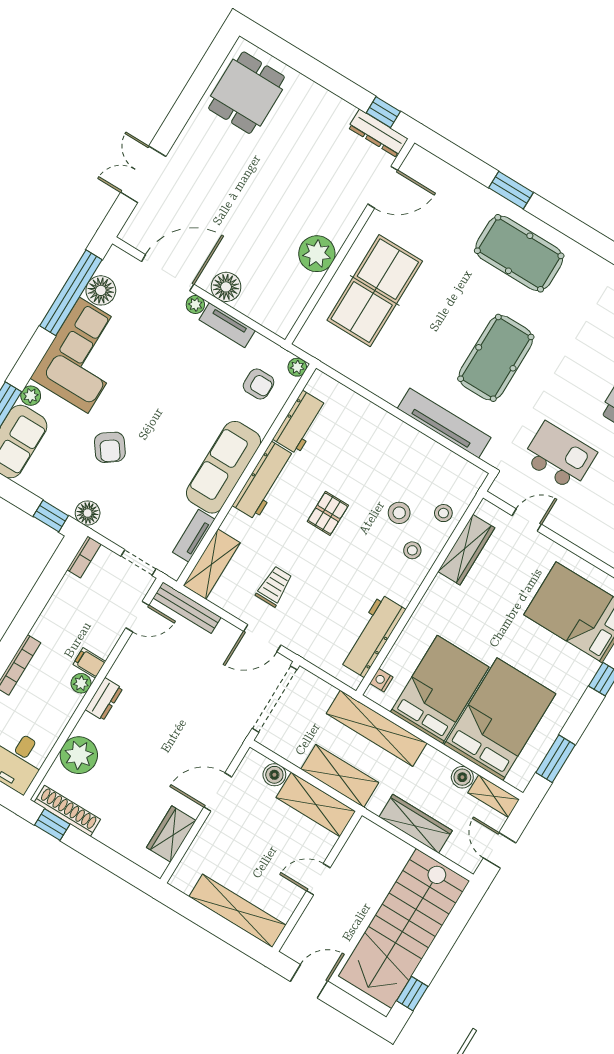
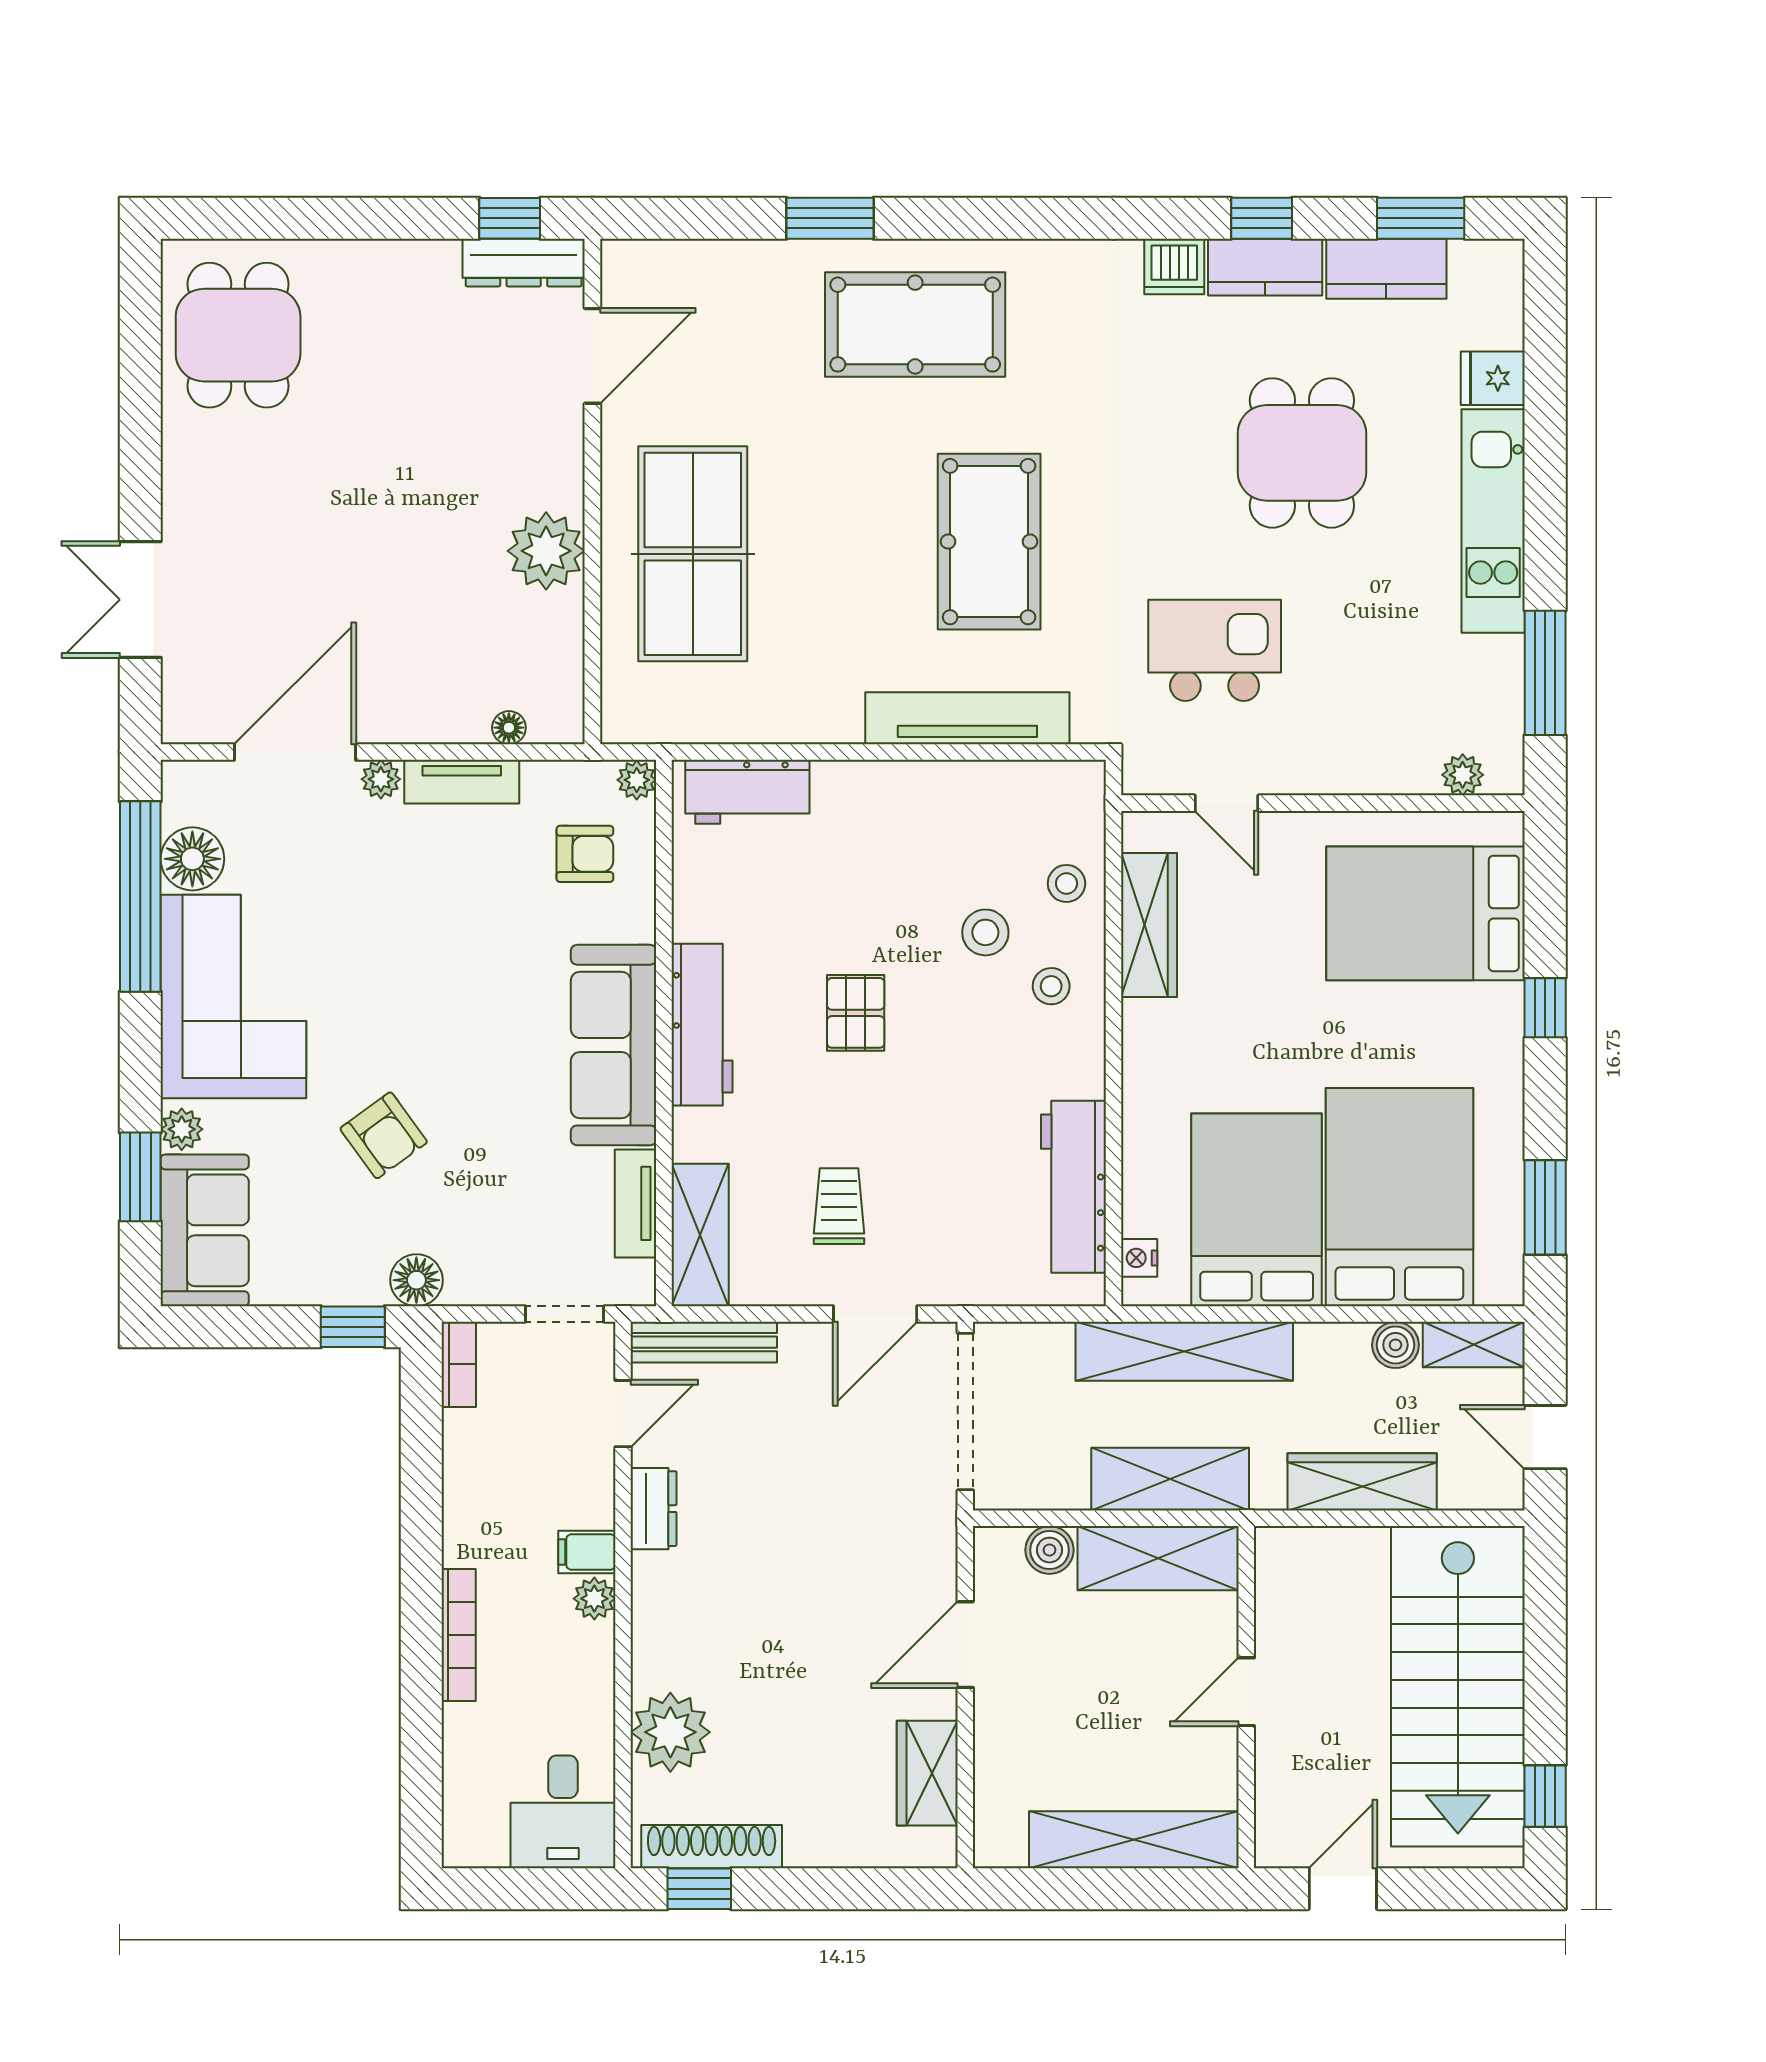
floor lamp: (226, 287) -> (509, 728), moved, width x0.53, depth x0.53
workbench: (300, 422) -> (747, 792), moved, turned 90
door: (527, 520) -> (1227, 803), swing flipped
dresser: (104, 699) -> (654, 1509), moved

